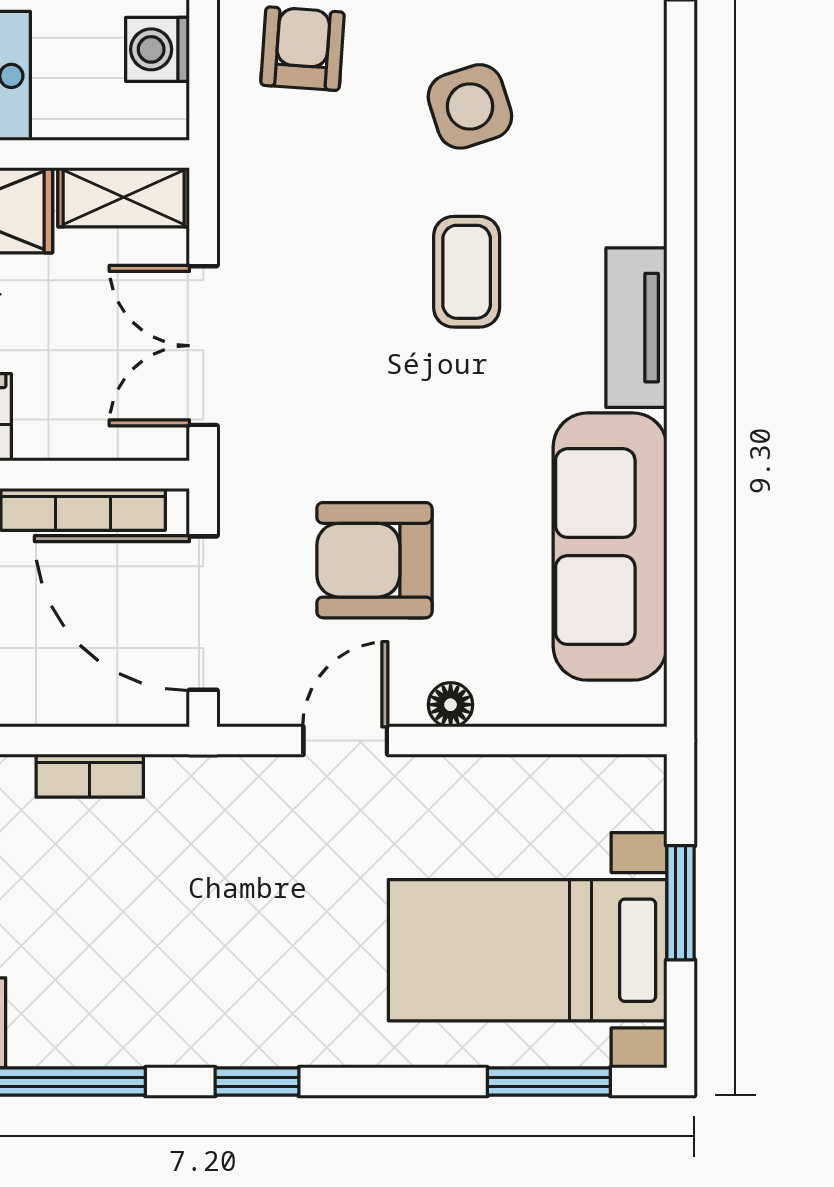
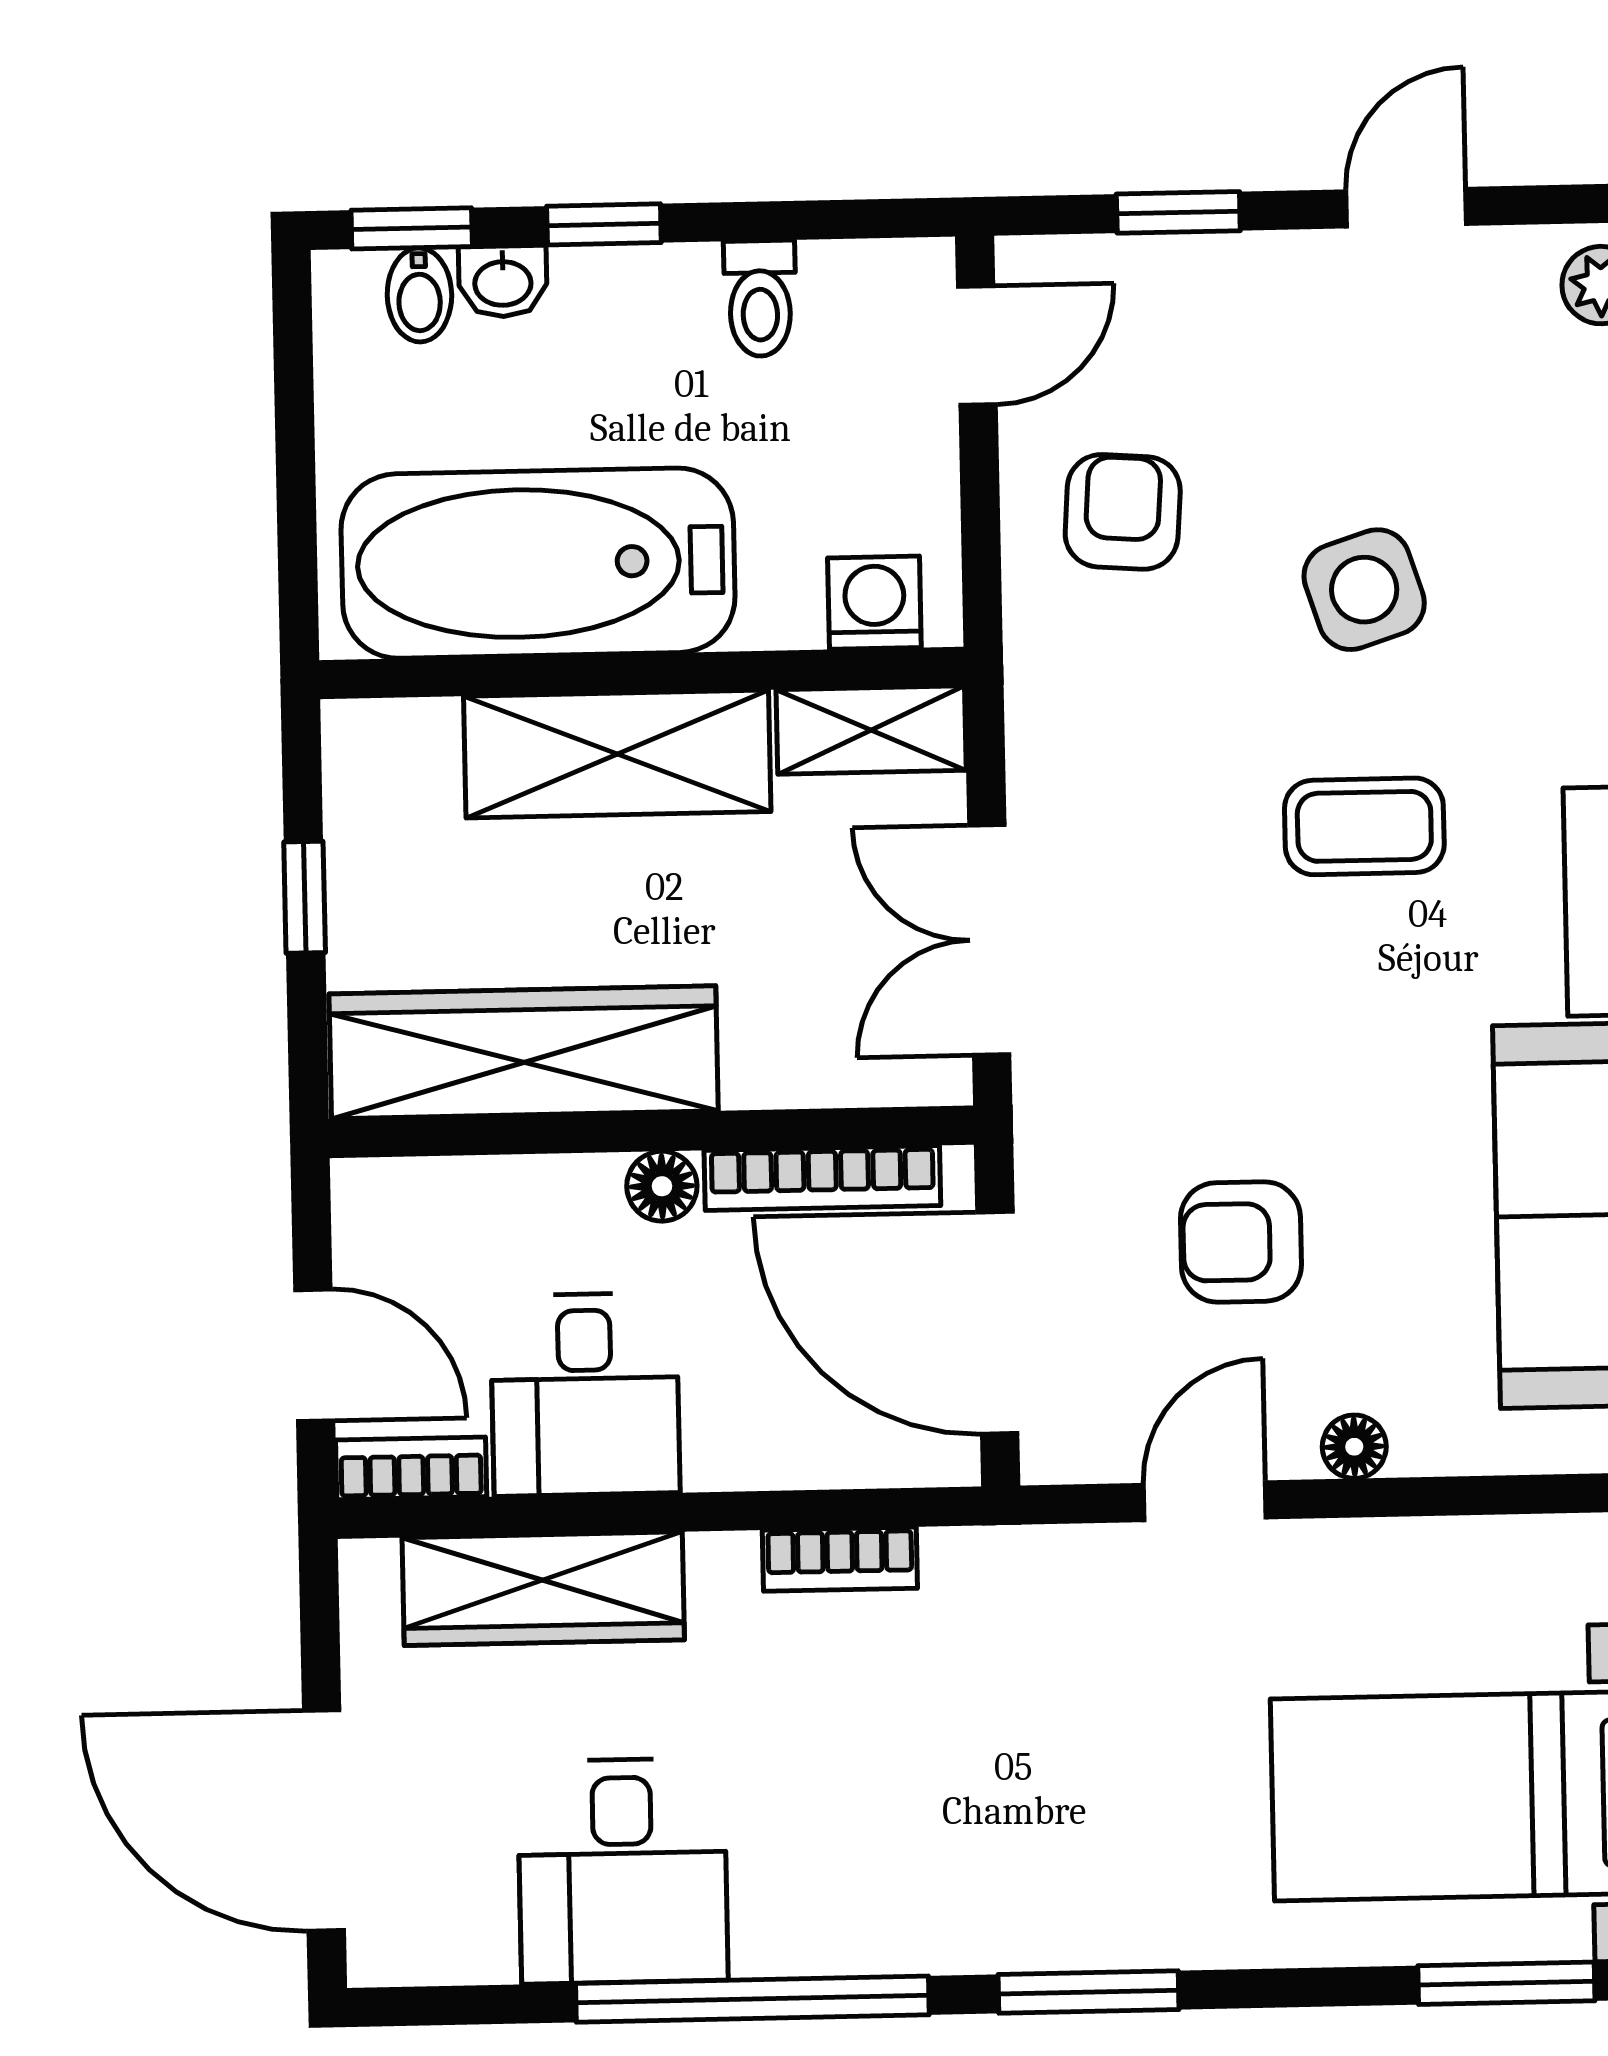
washing machine: (158, 49) -> (874, 603), moved, turned 90
coffee table: (467, 272) -> (1364, 826), turned 90
armchair: (374, 560) -> (1241, 1242), width x0.72, depth x0.72
window: (257, 1082) -> (1089, 1992), width x1.50

